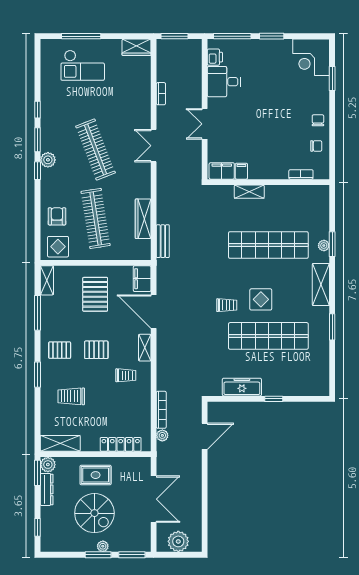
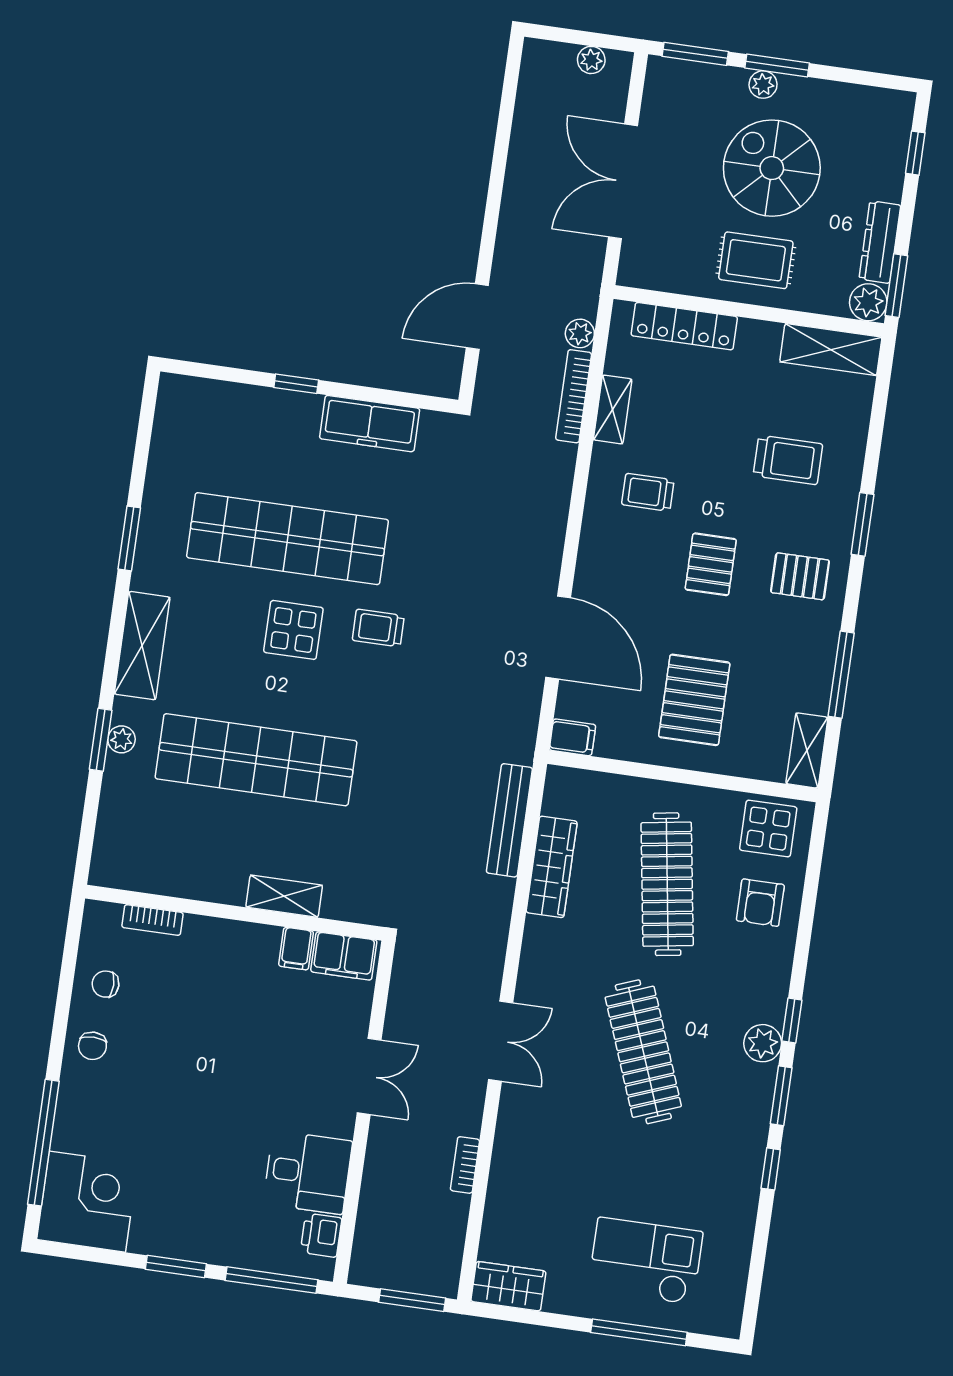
window: (332, 78) -> (43, 1143), width x2.11
bench: (163, 241) -> (509, 820), width x1.36
filing cabinet: (142, 279) -> (572, 737), width x0.50
shelving: (145, 348) -> (613, 409), moved
pallet: (96, 350) -> (711, 564), turned 90
plant: (178, 541) -> (591, 60), width x0.53, depth x0.53

